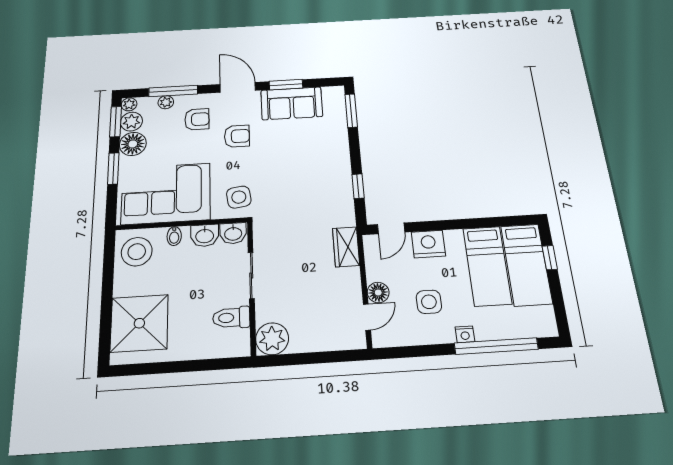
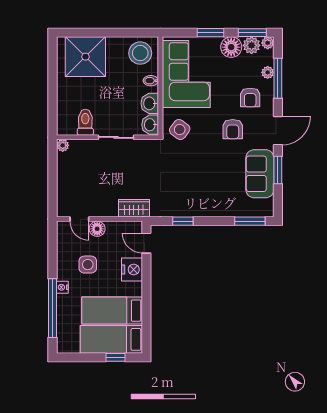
side table: (239, 197) -> (180, 130), turned 45
plant: (272, 339) -> (63, 145), width x0.53, depth x0.53

